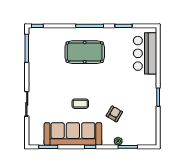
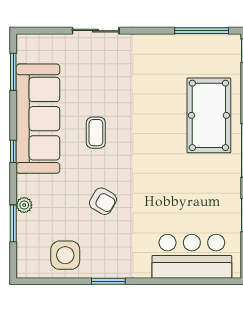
pool table: (85, 52) -> (209, 115), moved
armchair: (114, 114) -> (103, 201), moved
side table: (144, 120) -> (65, 255), added

